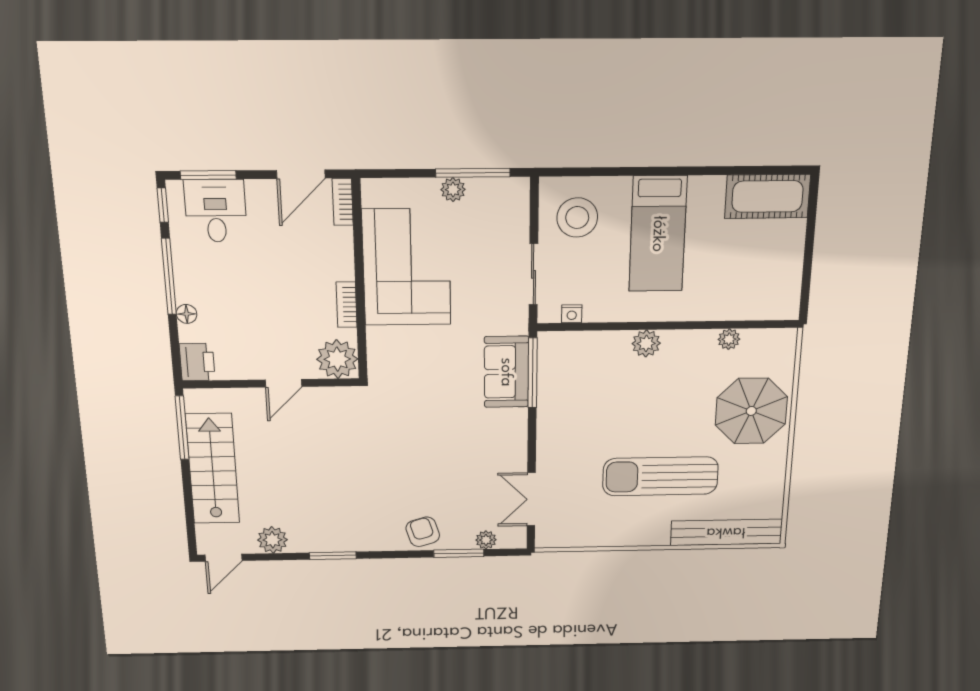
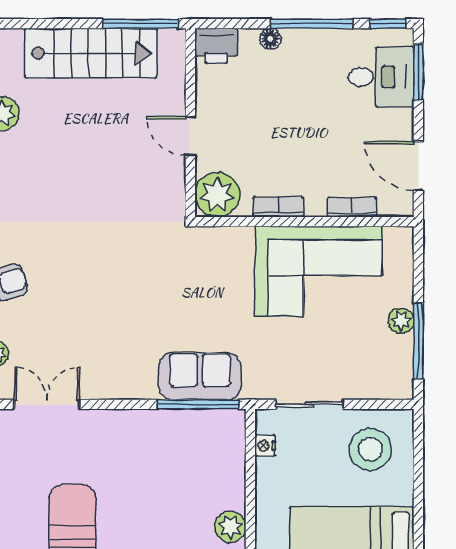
bookcase: (343, 202) -> (352, 207), moved

